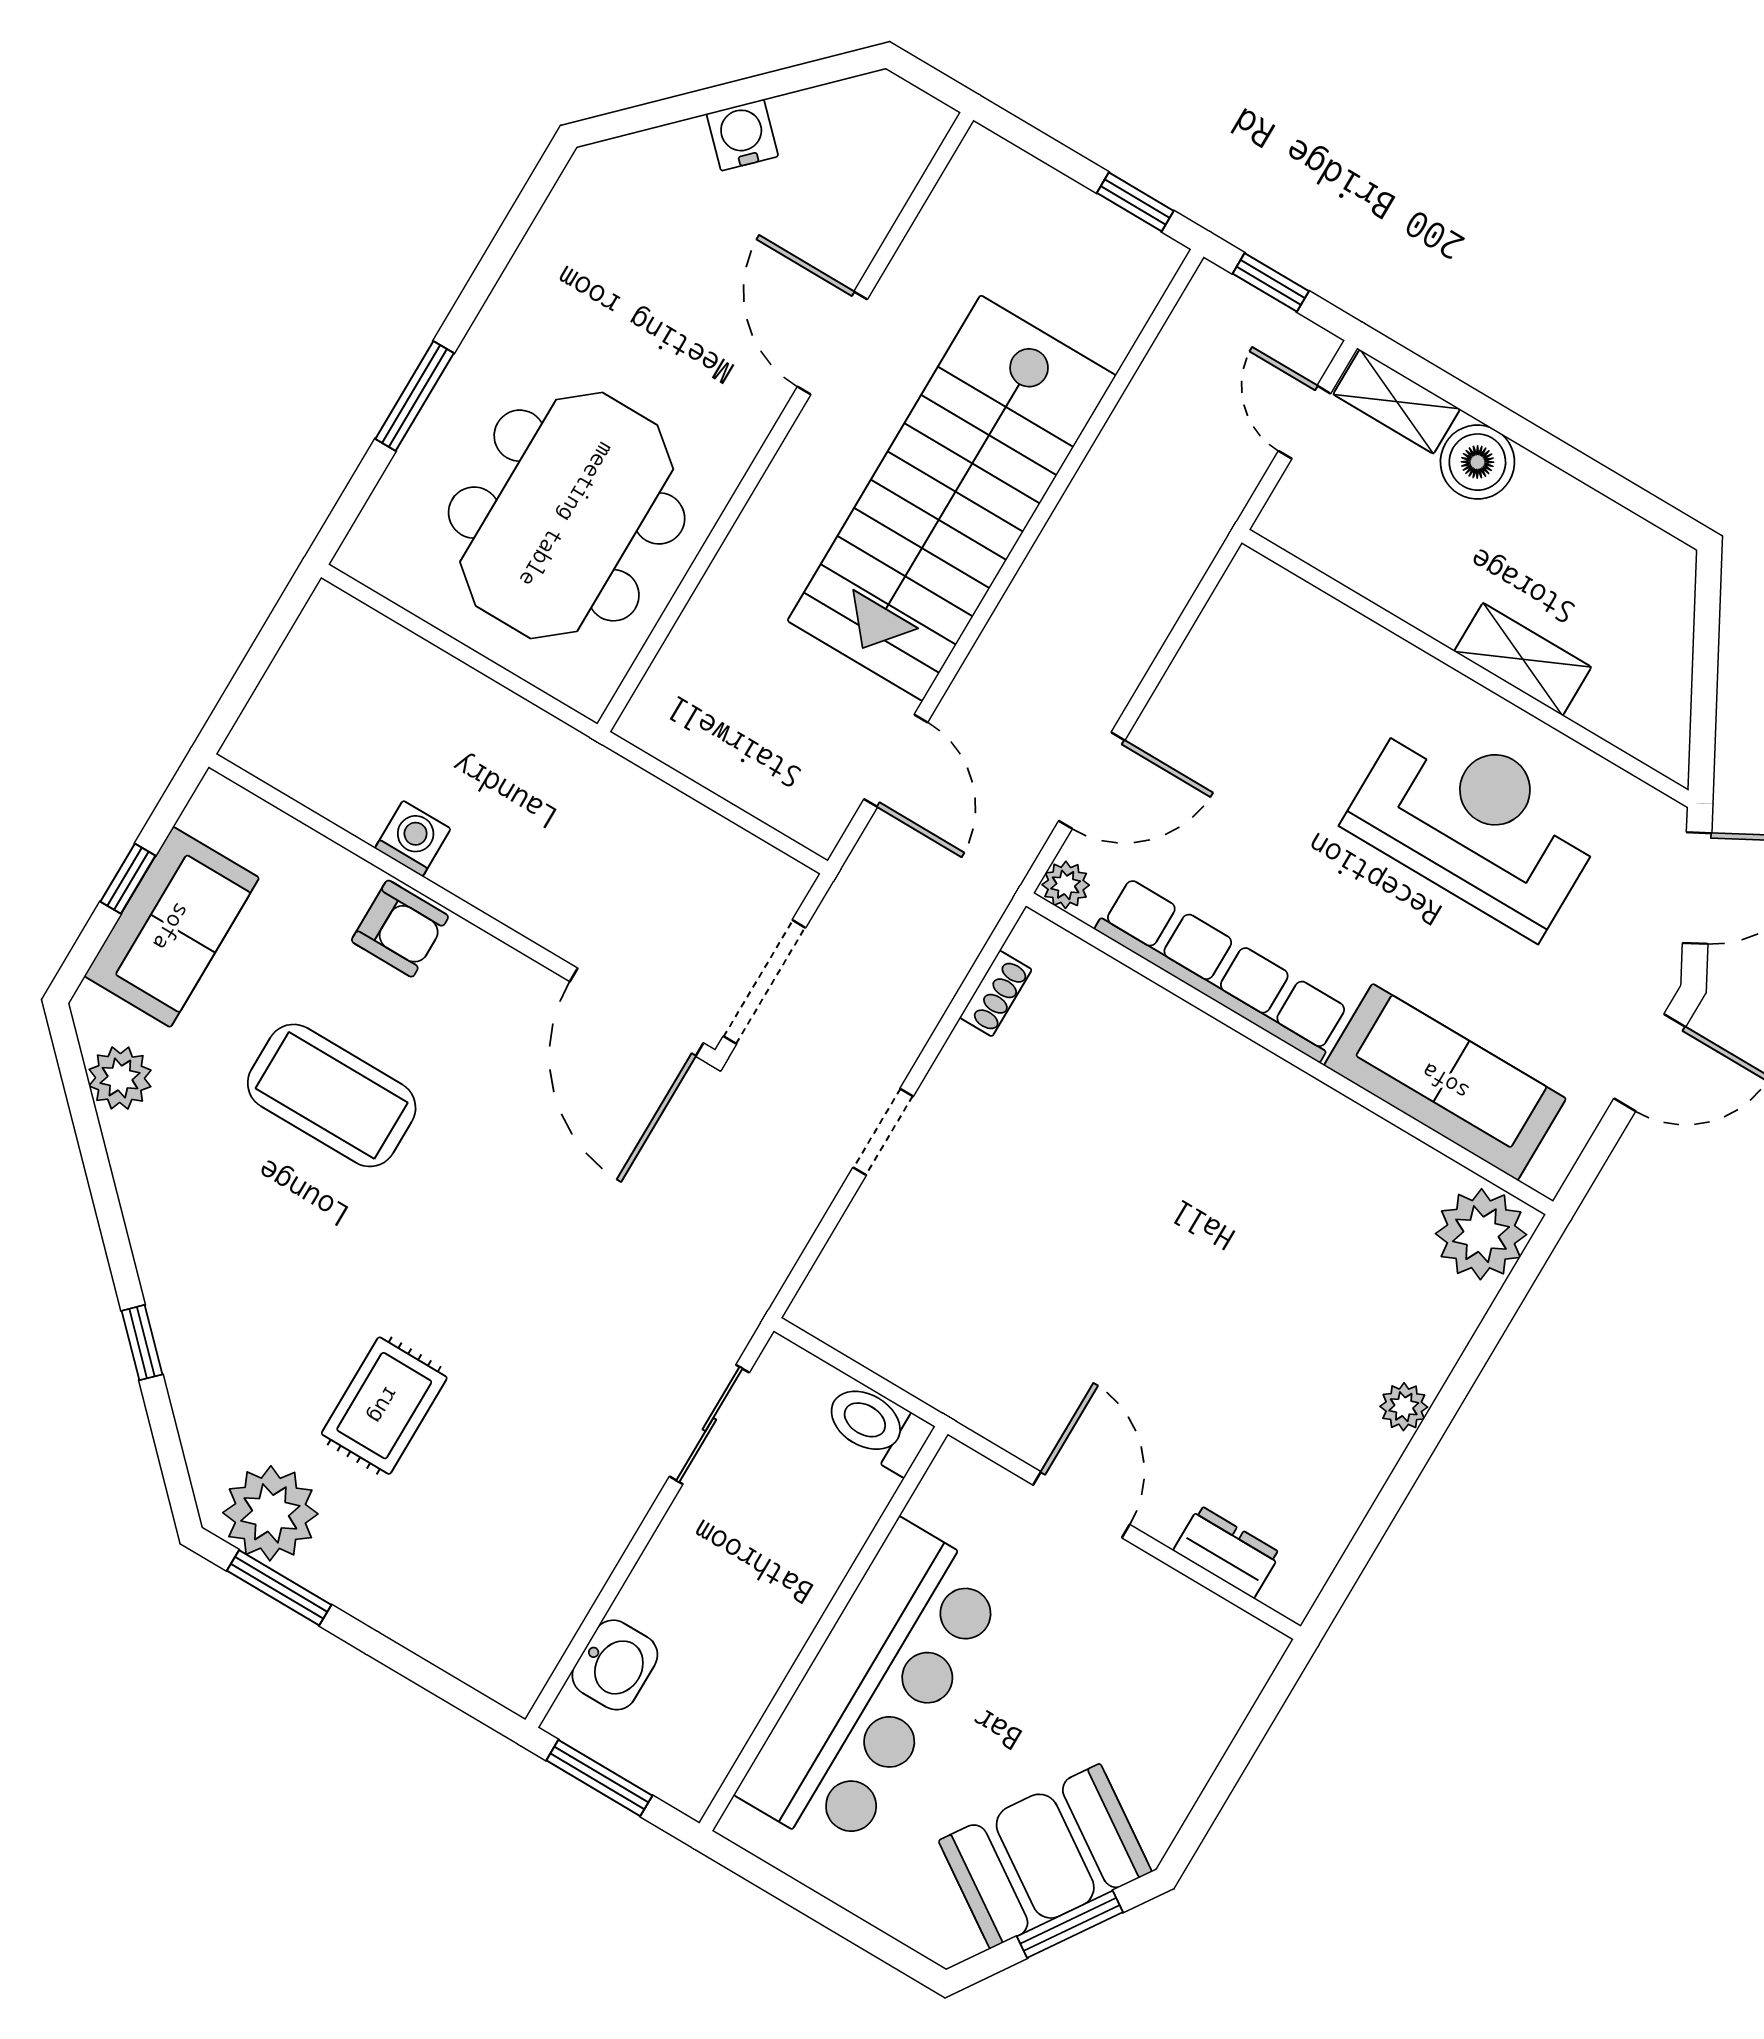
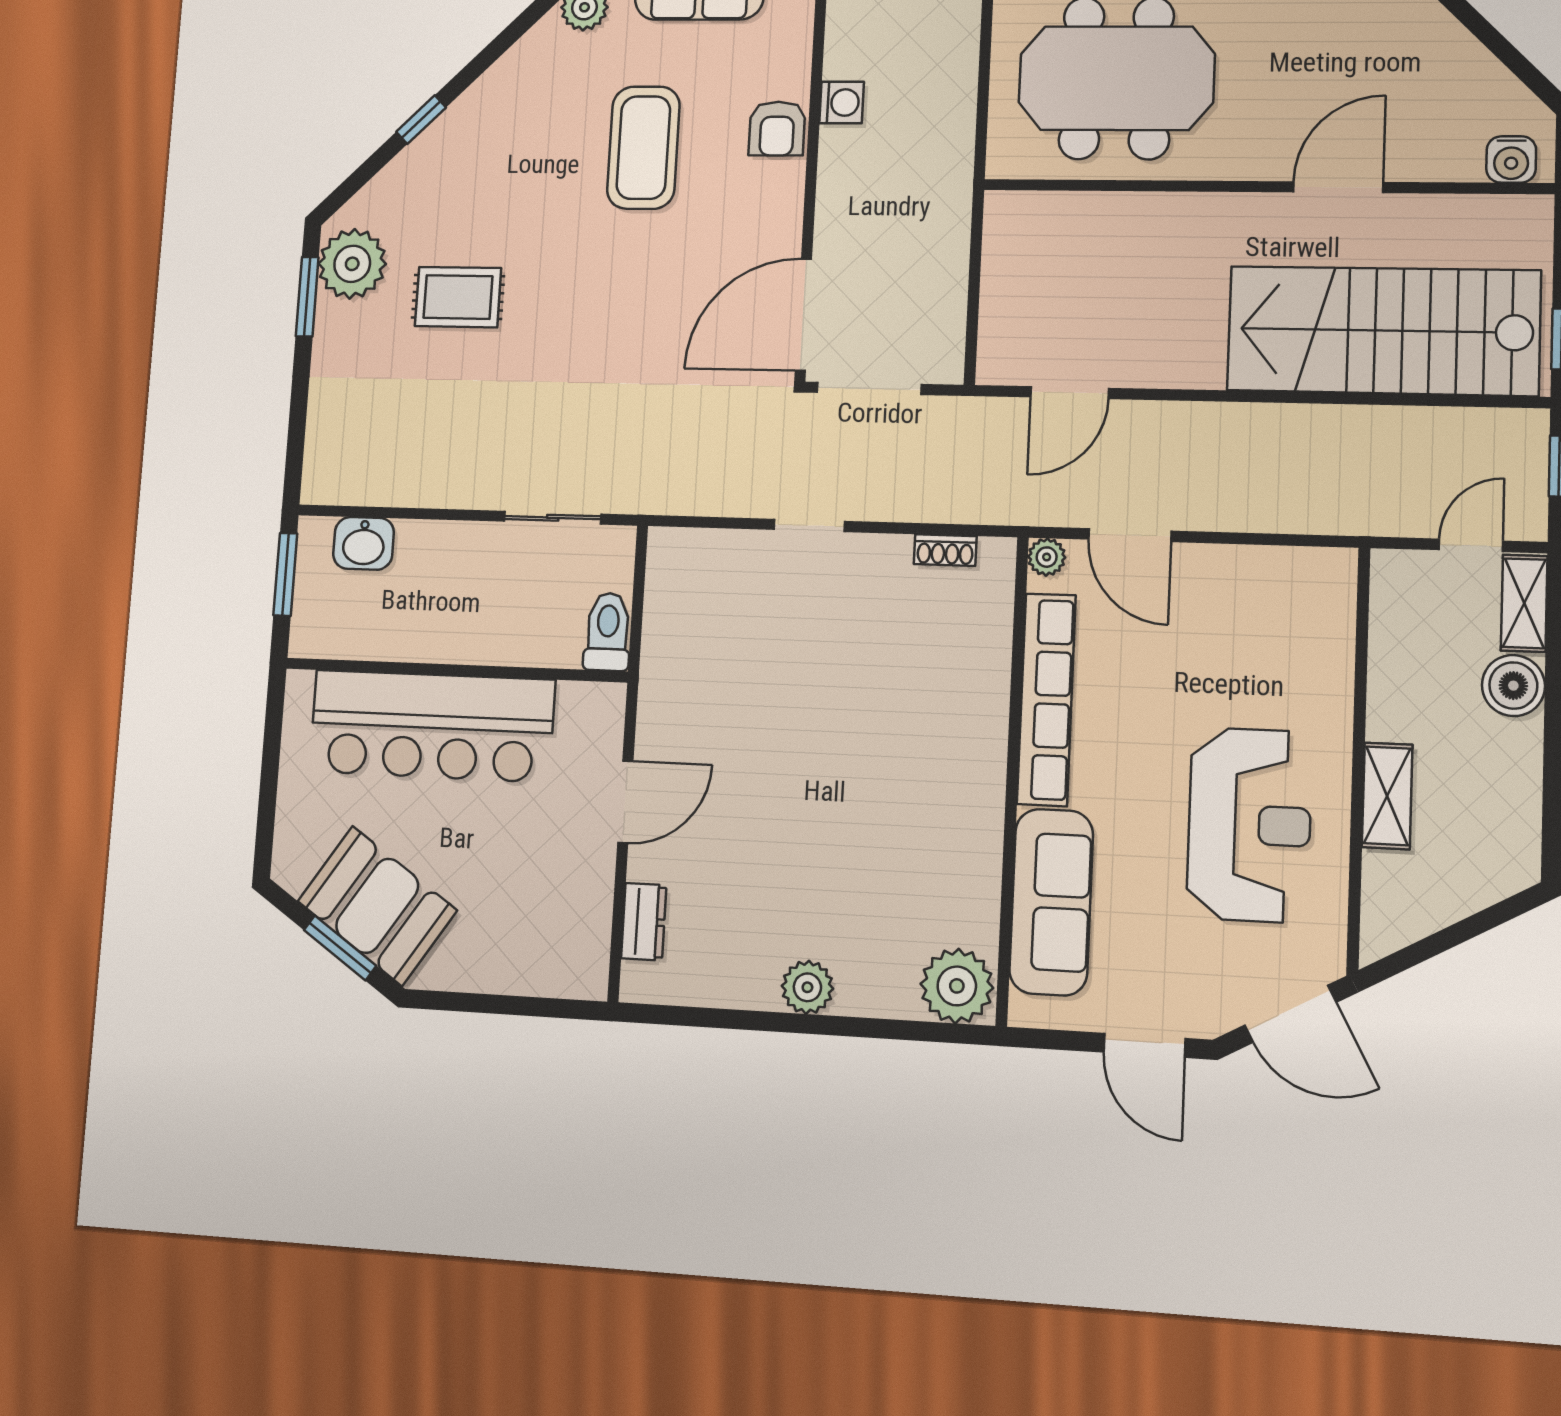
water cooler: (742, 135) -> (1511, 159), moved, turned 135
stairs: (952, 498) -> (1383, 331), moved
plant: (1404, 1407) -> (807, 987), width x1.38, depth x1.38

